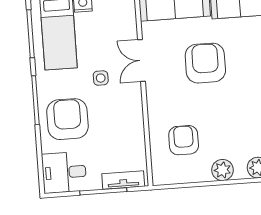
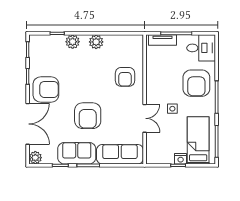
armchair: (205, 63) -> (88, 116), moved
armchair: (184, 140) -> (125, 77), moved

